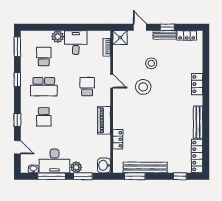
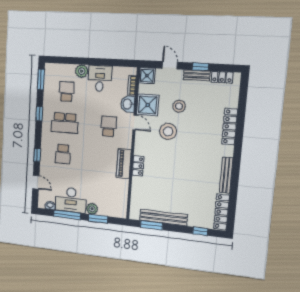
shower: (123, 64) -> (148, 105), added
locker: (197, 84) -> (230, 127), width x1.53
locker: (118, 139) -> (138, 166), moved
washbasin: (104, 165) -> (128, 104), moved

